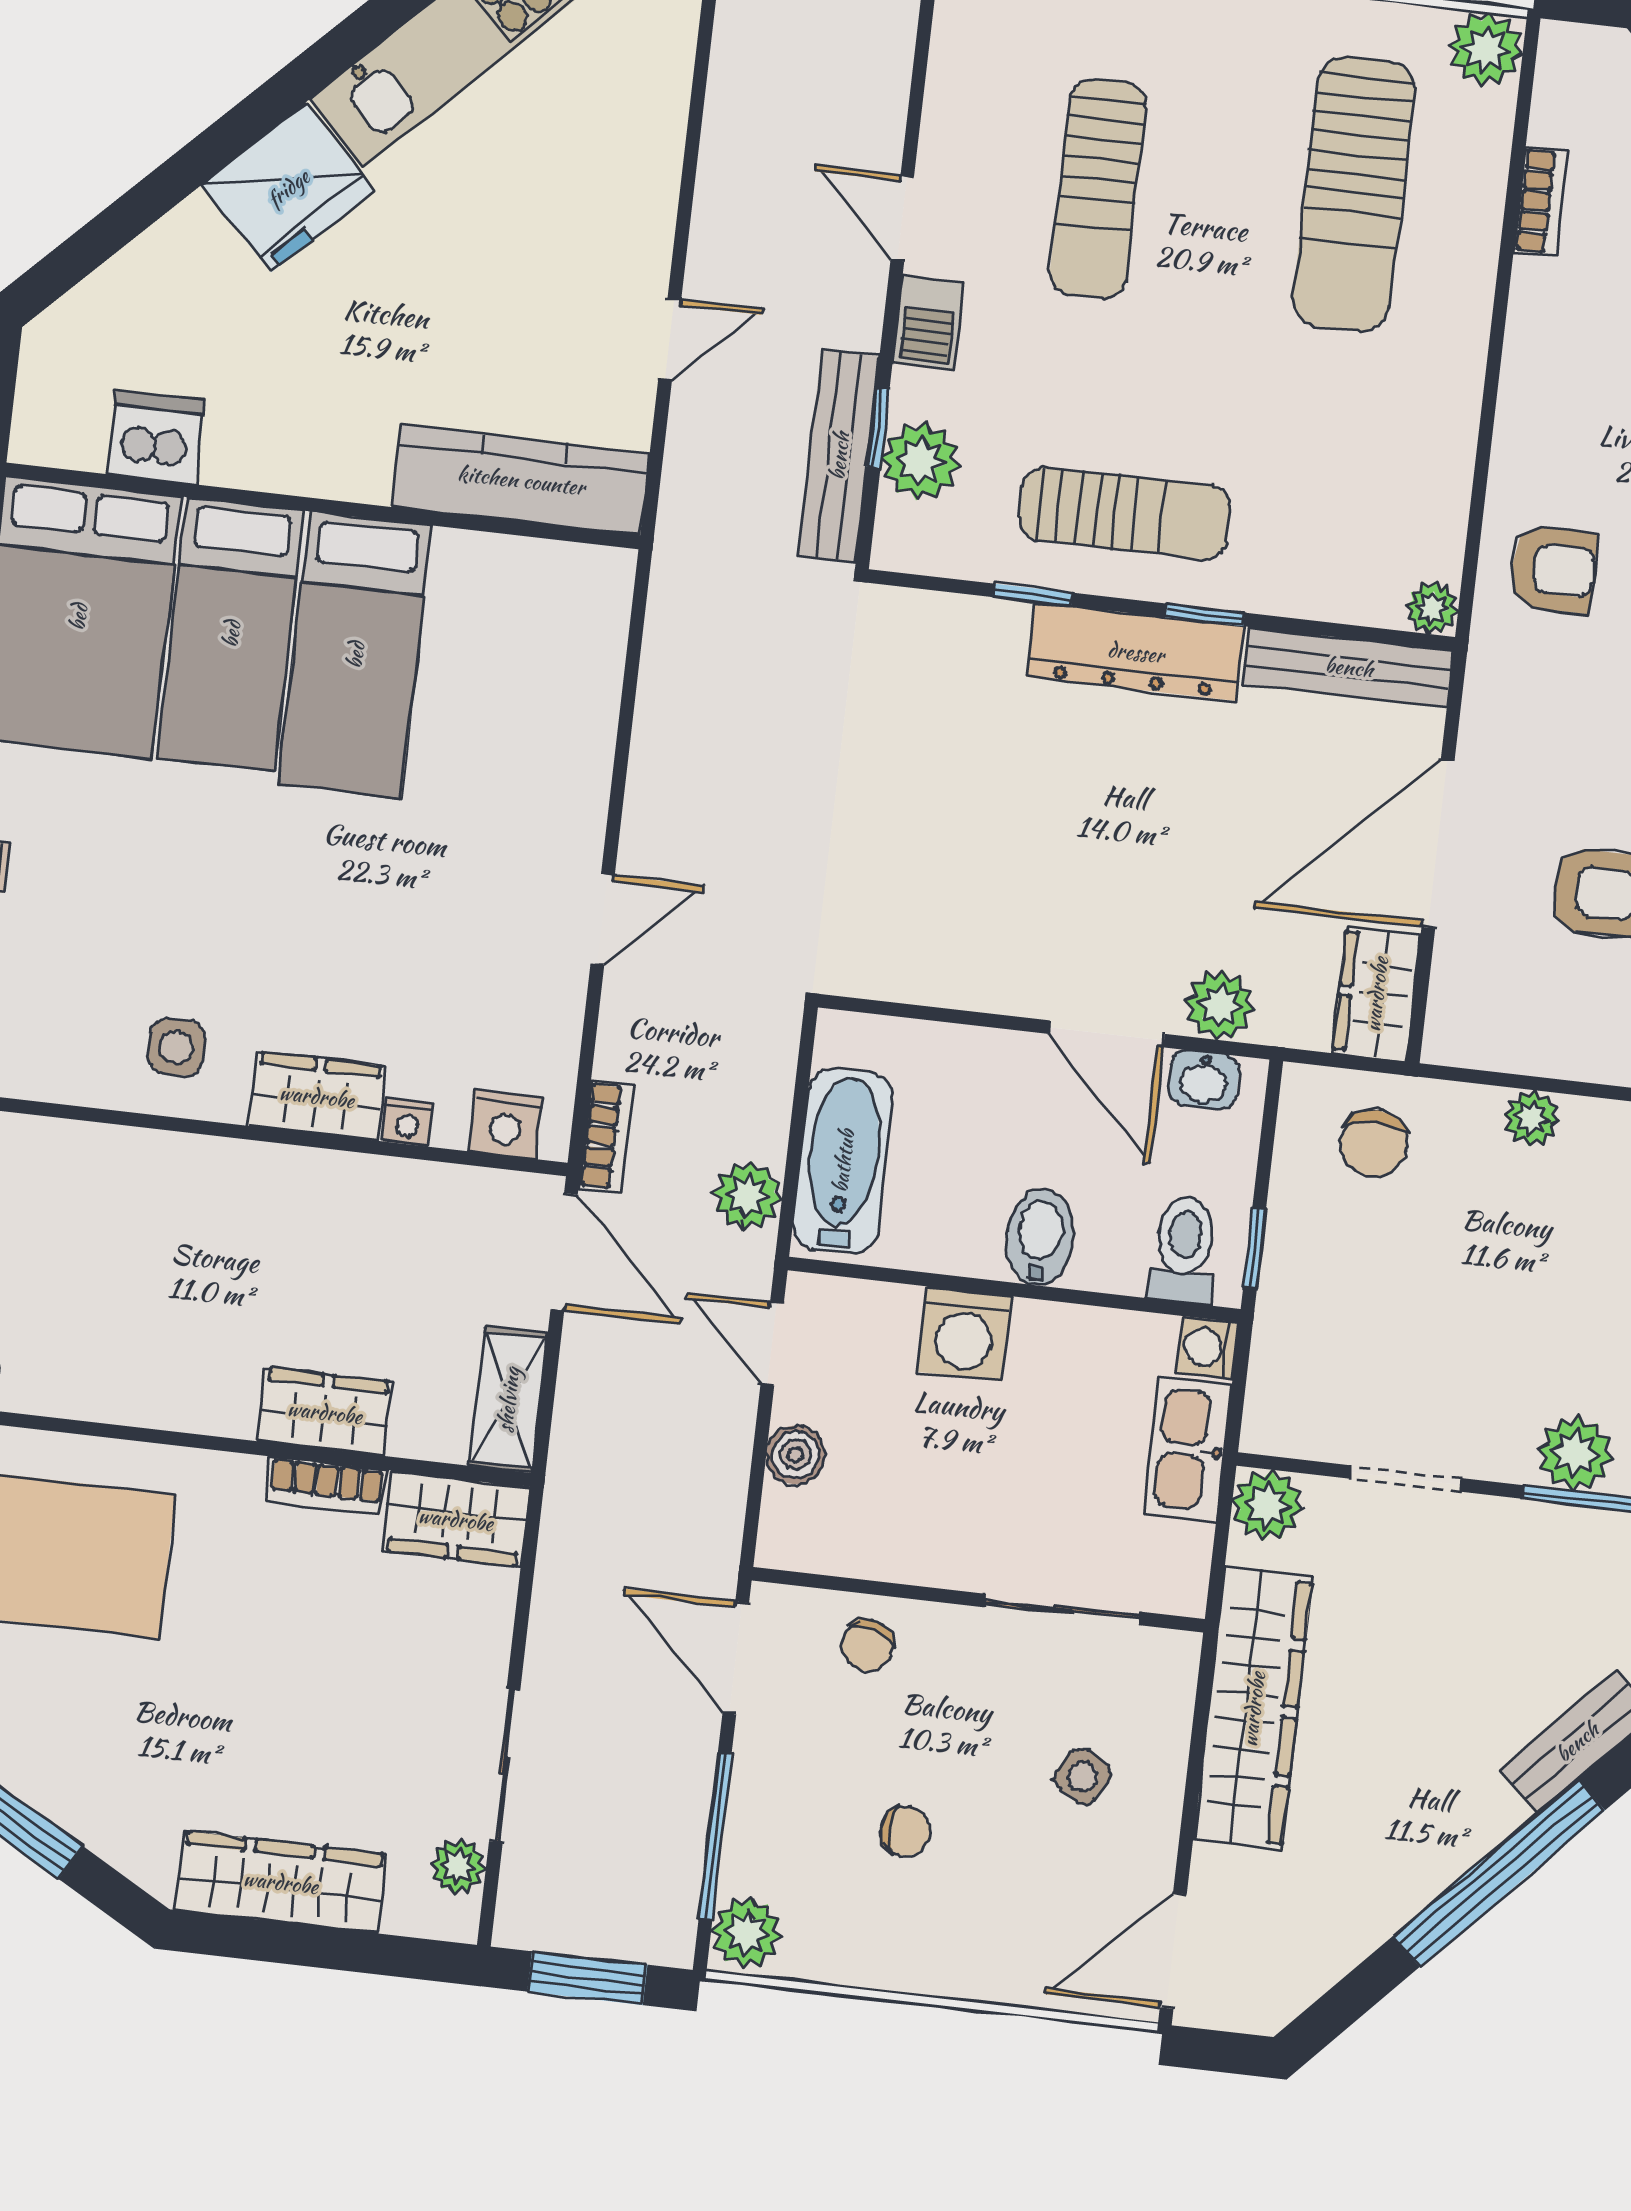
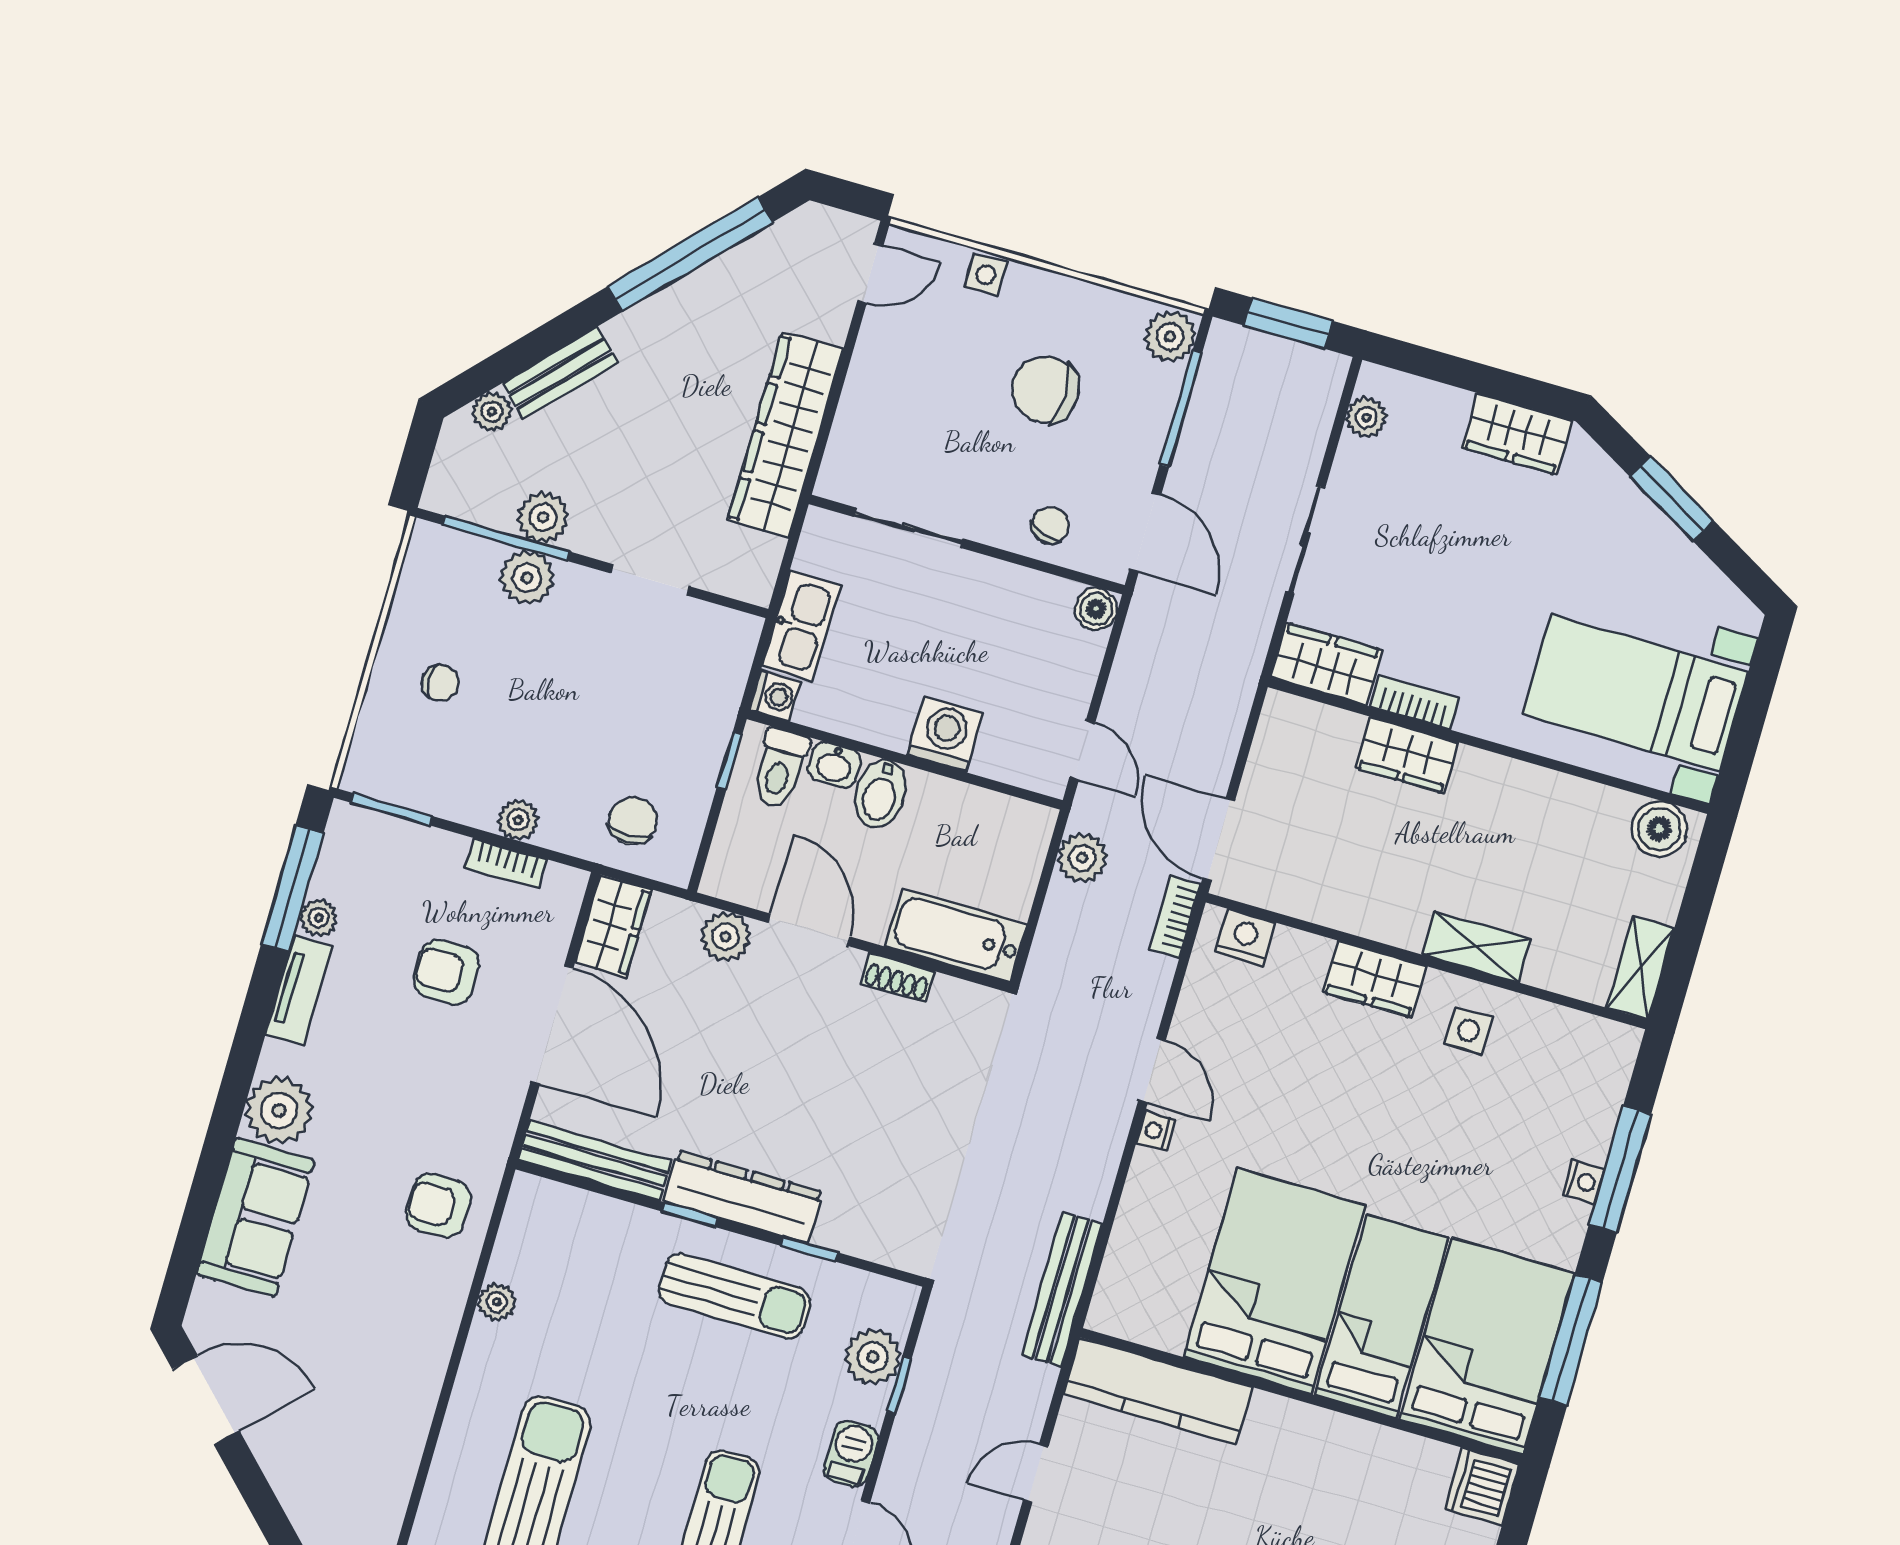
bookcase: (1541, 201) -> (506, 863), moved, turned -90
dishwasher: (156, 438) -> (1482, 1487), moved, turned 90
bench: (839, 456) -> (1062, 1289), moved
sun lounger: (1125, 513) -> (734, 1296), turned 180
plant: (1432, 608) -> (497, 1302), moved
bed: (355, 655) -> (1274, 1281), width x1.50
door: (1438, 844) -> (552, 1025), hinge flipped
door: (603, 919) -> (1152, 1070), swing flipped
shoe rack: (974, 989) -> (898, 978), added
washbasin: (1204, 1080) -> (834, 765), moved, turned 180
nightstand: (408, 1122) -> (1156, 1131), moved, turned -90
bathtub: (843, 1161) -> (956, 935), moved, turned 90
shelving: (508, 1400) -> (1476, 947), moved, turned 90
boiler: (796, 1455) -> (1096, 609), moved
plant: (1268, 1505) -> (543, 517), moved
sliding door: (505, 1766) -> (1305, 539), moved
side table: (1083, 1777) -> (986, 275), moved, turned -32
chair: (906, 1831) -> (1046, 389), width x1.87, depth x1.87
window: (1499, 1873) -> (690, 254), moved
wardrobe: (281, 1882) -> (1517, 434), width x0.67
door: (1173, 1951) -> (870, 273), width x0.73

